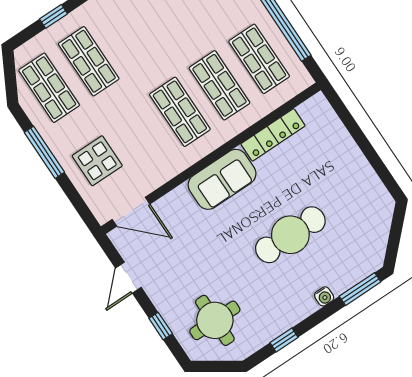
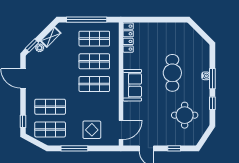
window: (53, 16) -> (23, 121), moved
locker: (273, 135) -> (128, 38), moved
window: (360, 289) -> (212, 79), moved
round table: (215, 320) -> (185, 115), moved

